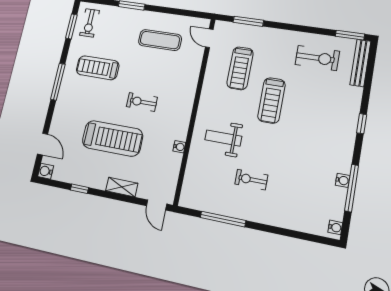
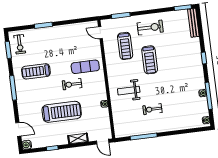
exercise mat: (160, 40) -> (85, 67), moved
exercise bike: (317, 58) -> (150, 28), moved

